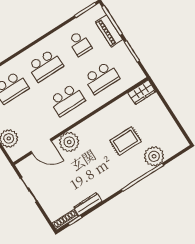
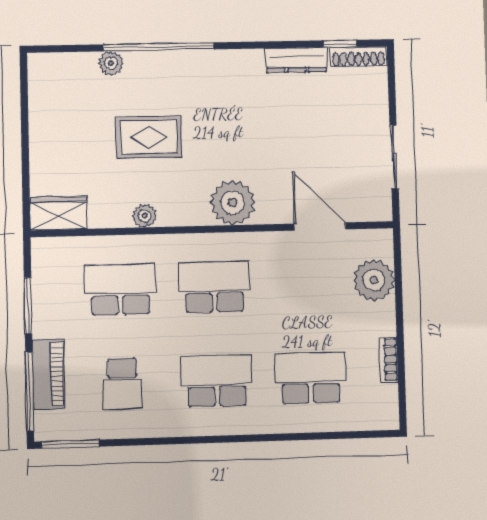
school desk: (80, 44) -> (122, 384), turned 180
plant: (109, 111) -> (145, 216), added
plant: (69, 142) -> (233, 202), moved
plant: (154, 156) -> (111, 63), width x0.53, depth x0.53

